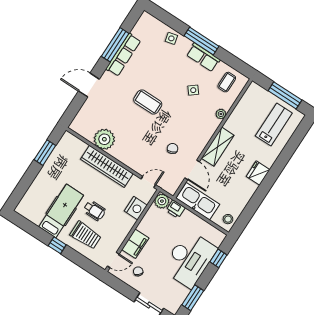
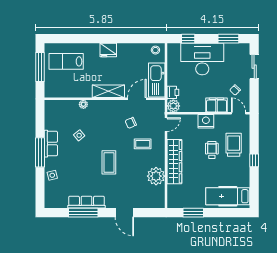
coffee table: (227, 82) -> (143, 144), moved
door: (148, 182) -> (166, 125), swing flipped
nightstand: (136, 208) -> (206, 121), moved
hospital bed: (61, 211) -> (228, 196), moved

